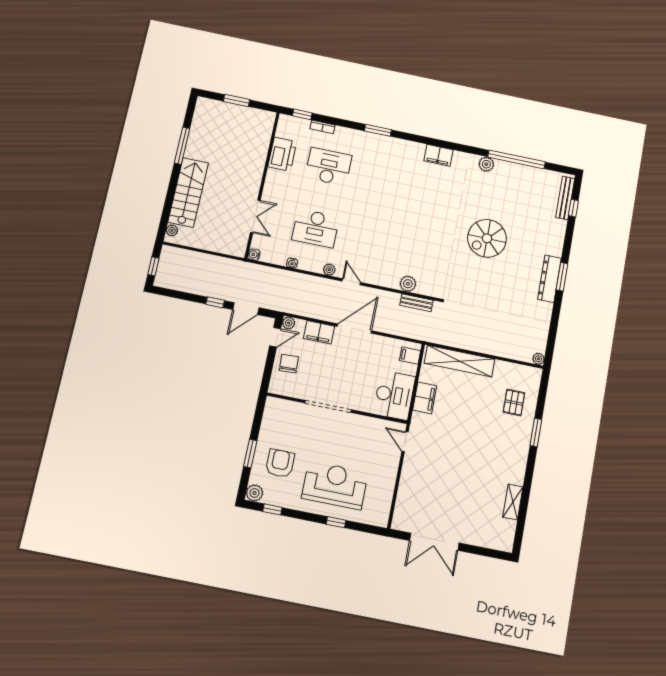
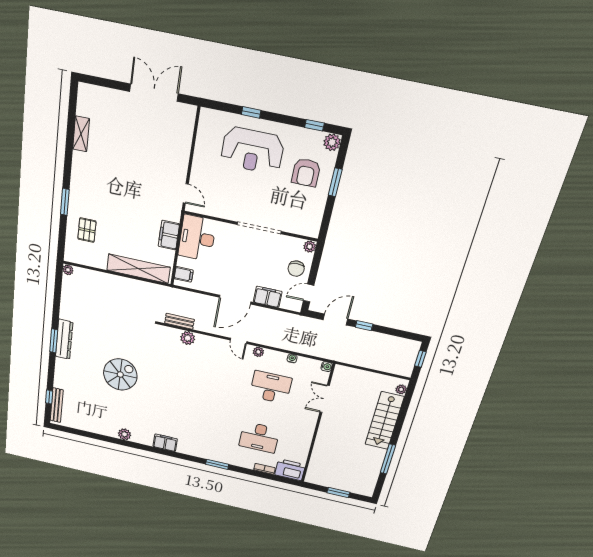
window: (302, 114) -> (282, 479), removed
printer: (282, 154) -> (290, 470), moved, turned 90
window: (517, 159) -> (100, 437), removed
plant: (289, 323) -> (310, 247), moved

